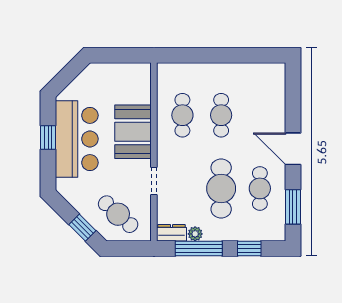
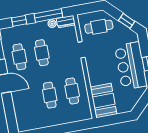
booth: (133, 132) -> (104, 101), moved
cafe table: (221, 188) -> (42, 53), width x0.73, depth x0.74
cafe table: (118, 214) -> (99, 27), turned -42
window: (82, 228) -> (127, 21), moved

